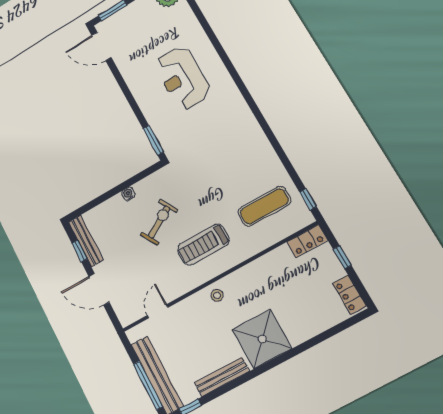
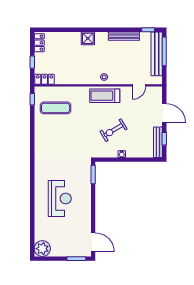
treadmill: (203, 245) -> (105, 96), moved, turned 180
shower: (262, 339) -> (88, 38), width x0.54, depth x0.54

